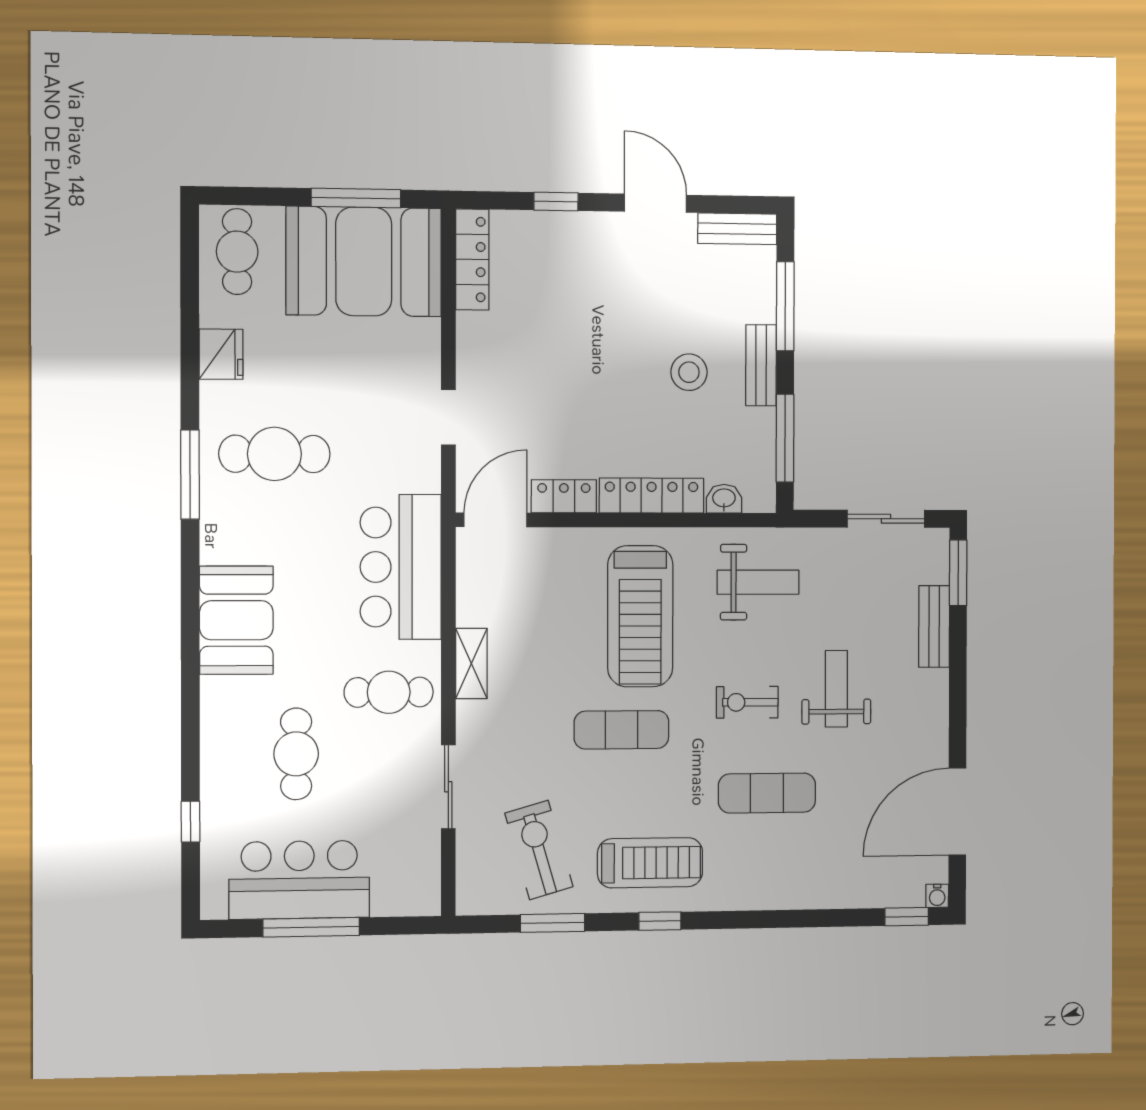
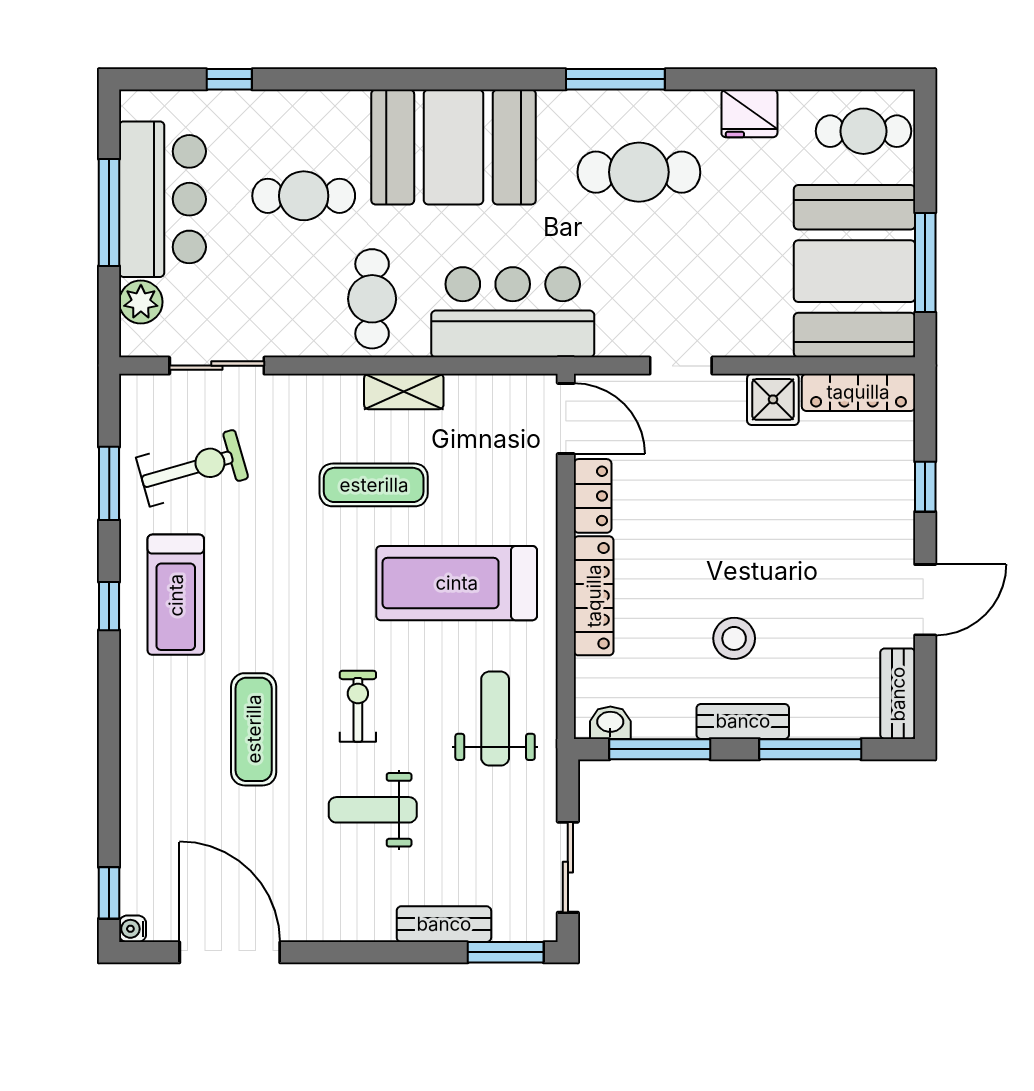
shower: (479, 336) -> (773, 399), added
cafe table: (274, 454) -> (639, 172), turned 90
washbasin: (724, 499) -> (610, 723), moved, turned -90
weight bench: (758, 582) -> (495, 719), turned 180
booth: (236, 620) -> (453, 147), width x1.36, depth x1.42
weight bench: (836, 689) -> (373, 810), turned 180
exercise mat: (621, 730) -> (374, 485), moved, turned 90
sliding door: (448, 787) -> (217, 366), moved
plant: (392, 898) -> (141, 302), added

